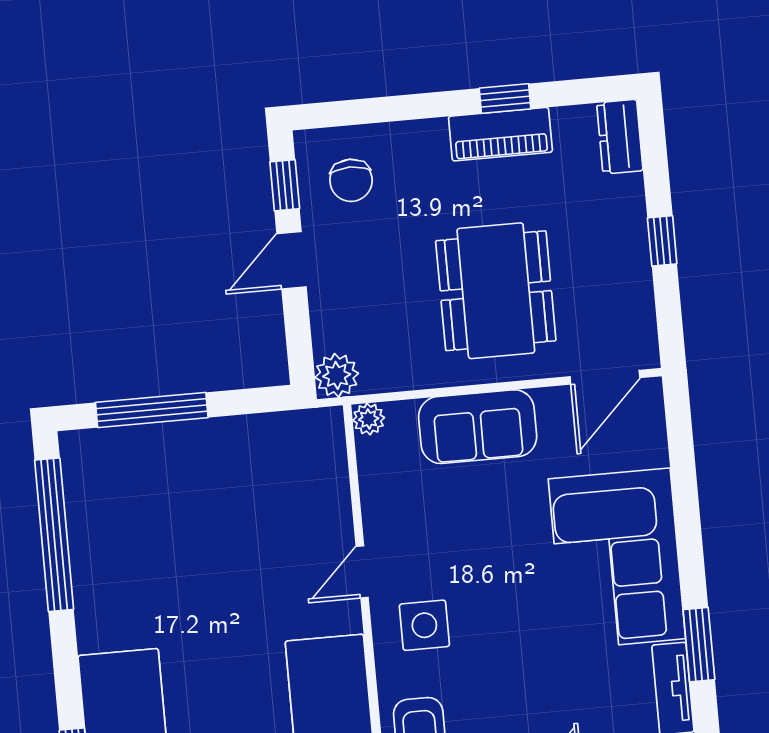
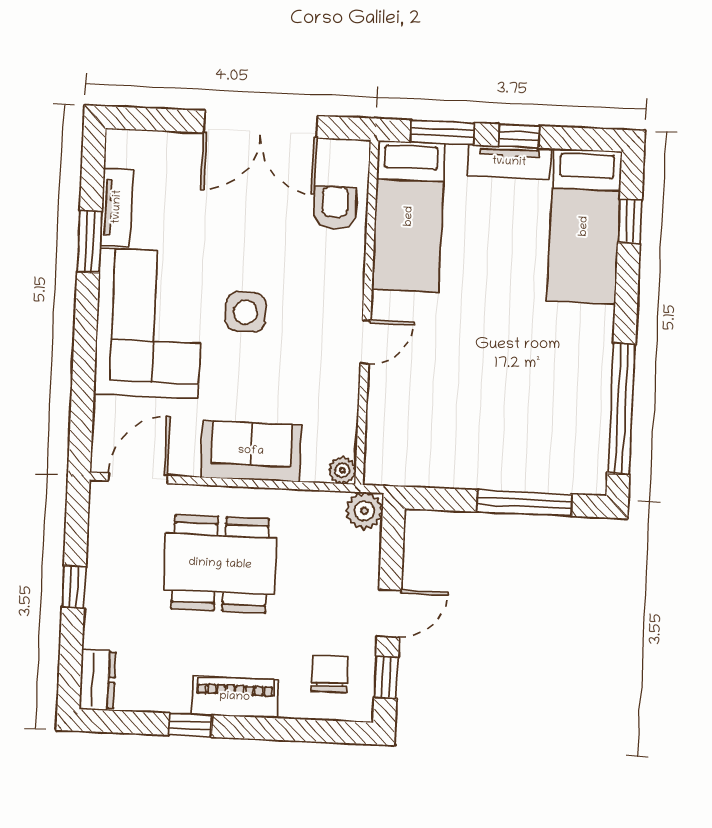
piano: (500, 134) -> (235, 697), moved
dining table: (496, 291) -> (220, 564), turned 90
side table: (424, 625) -> (246, 312), moved

